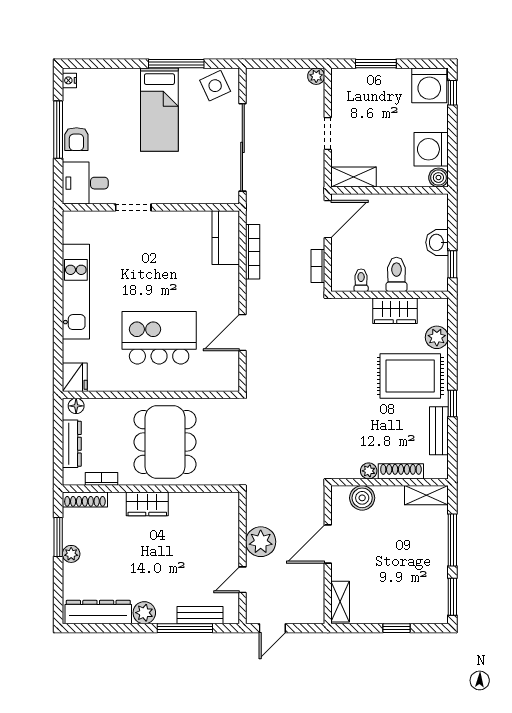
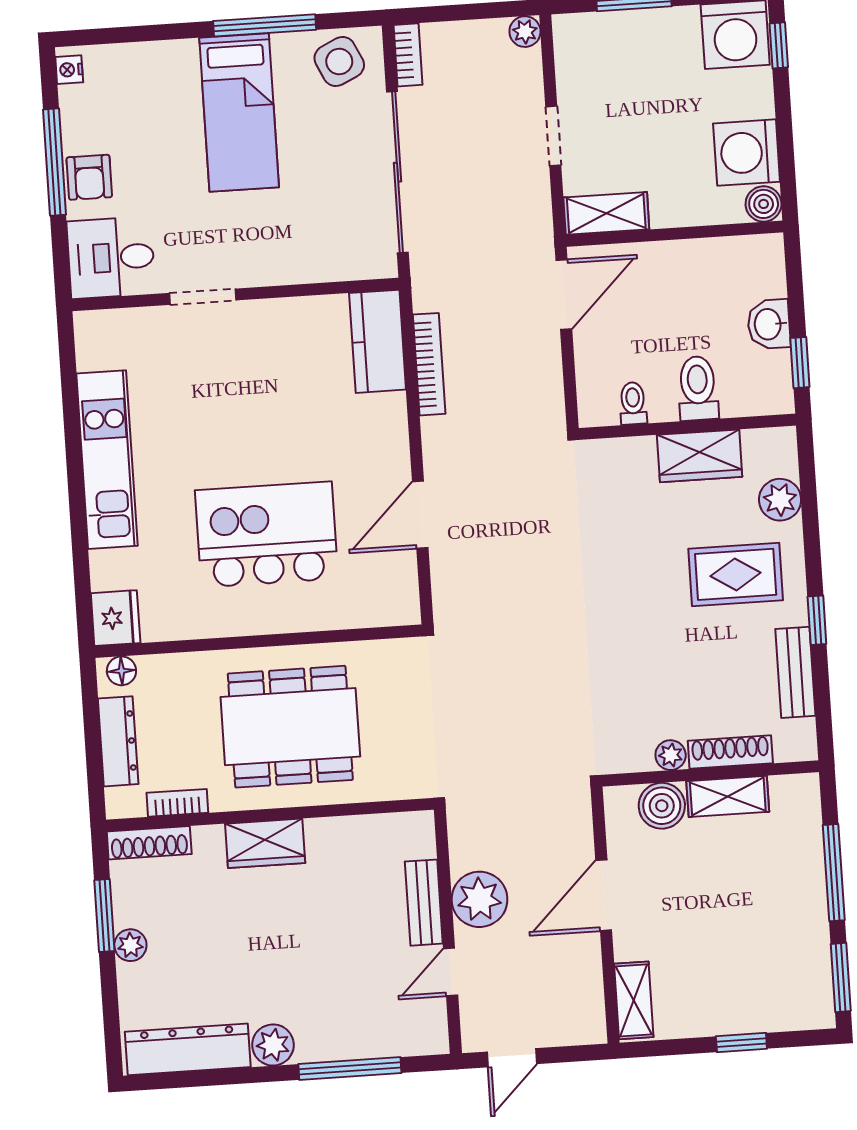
bookcase: (318, 266) -> (408, 55), moved, turned 180
rug: (410, 376) -> (736, 574), width x0.73, depth x0.70
dining table: (165, 442) -> (290, 727), turned 90
shelving: (426, 495) -> (728, 796), moved
bench: (200, 615) -> (424, 903), moved, turned 90

